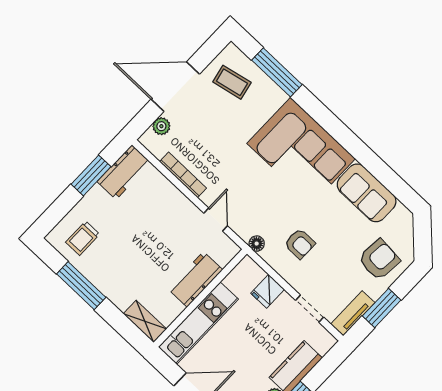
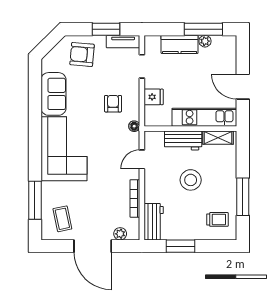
workbench: (124, 172) -> (154, 222), moved, turned 90
stool: (148, 249) -> (191, 180), added
shelving: (145, 321) -> (218, 138), moved, turned 90

